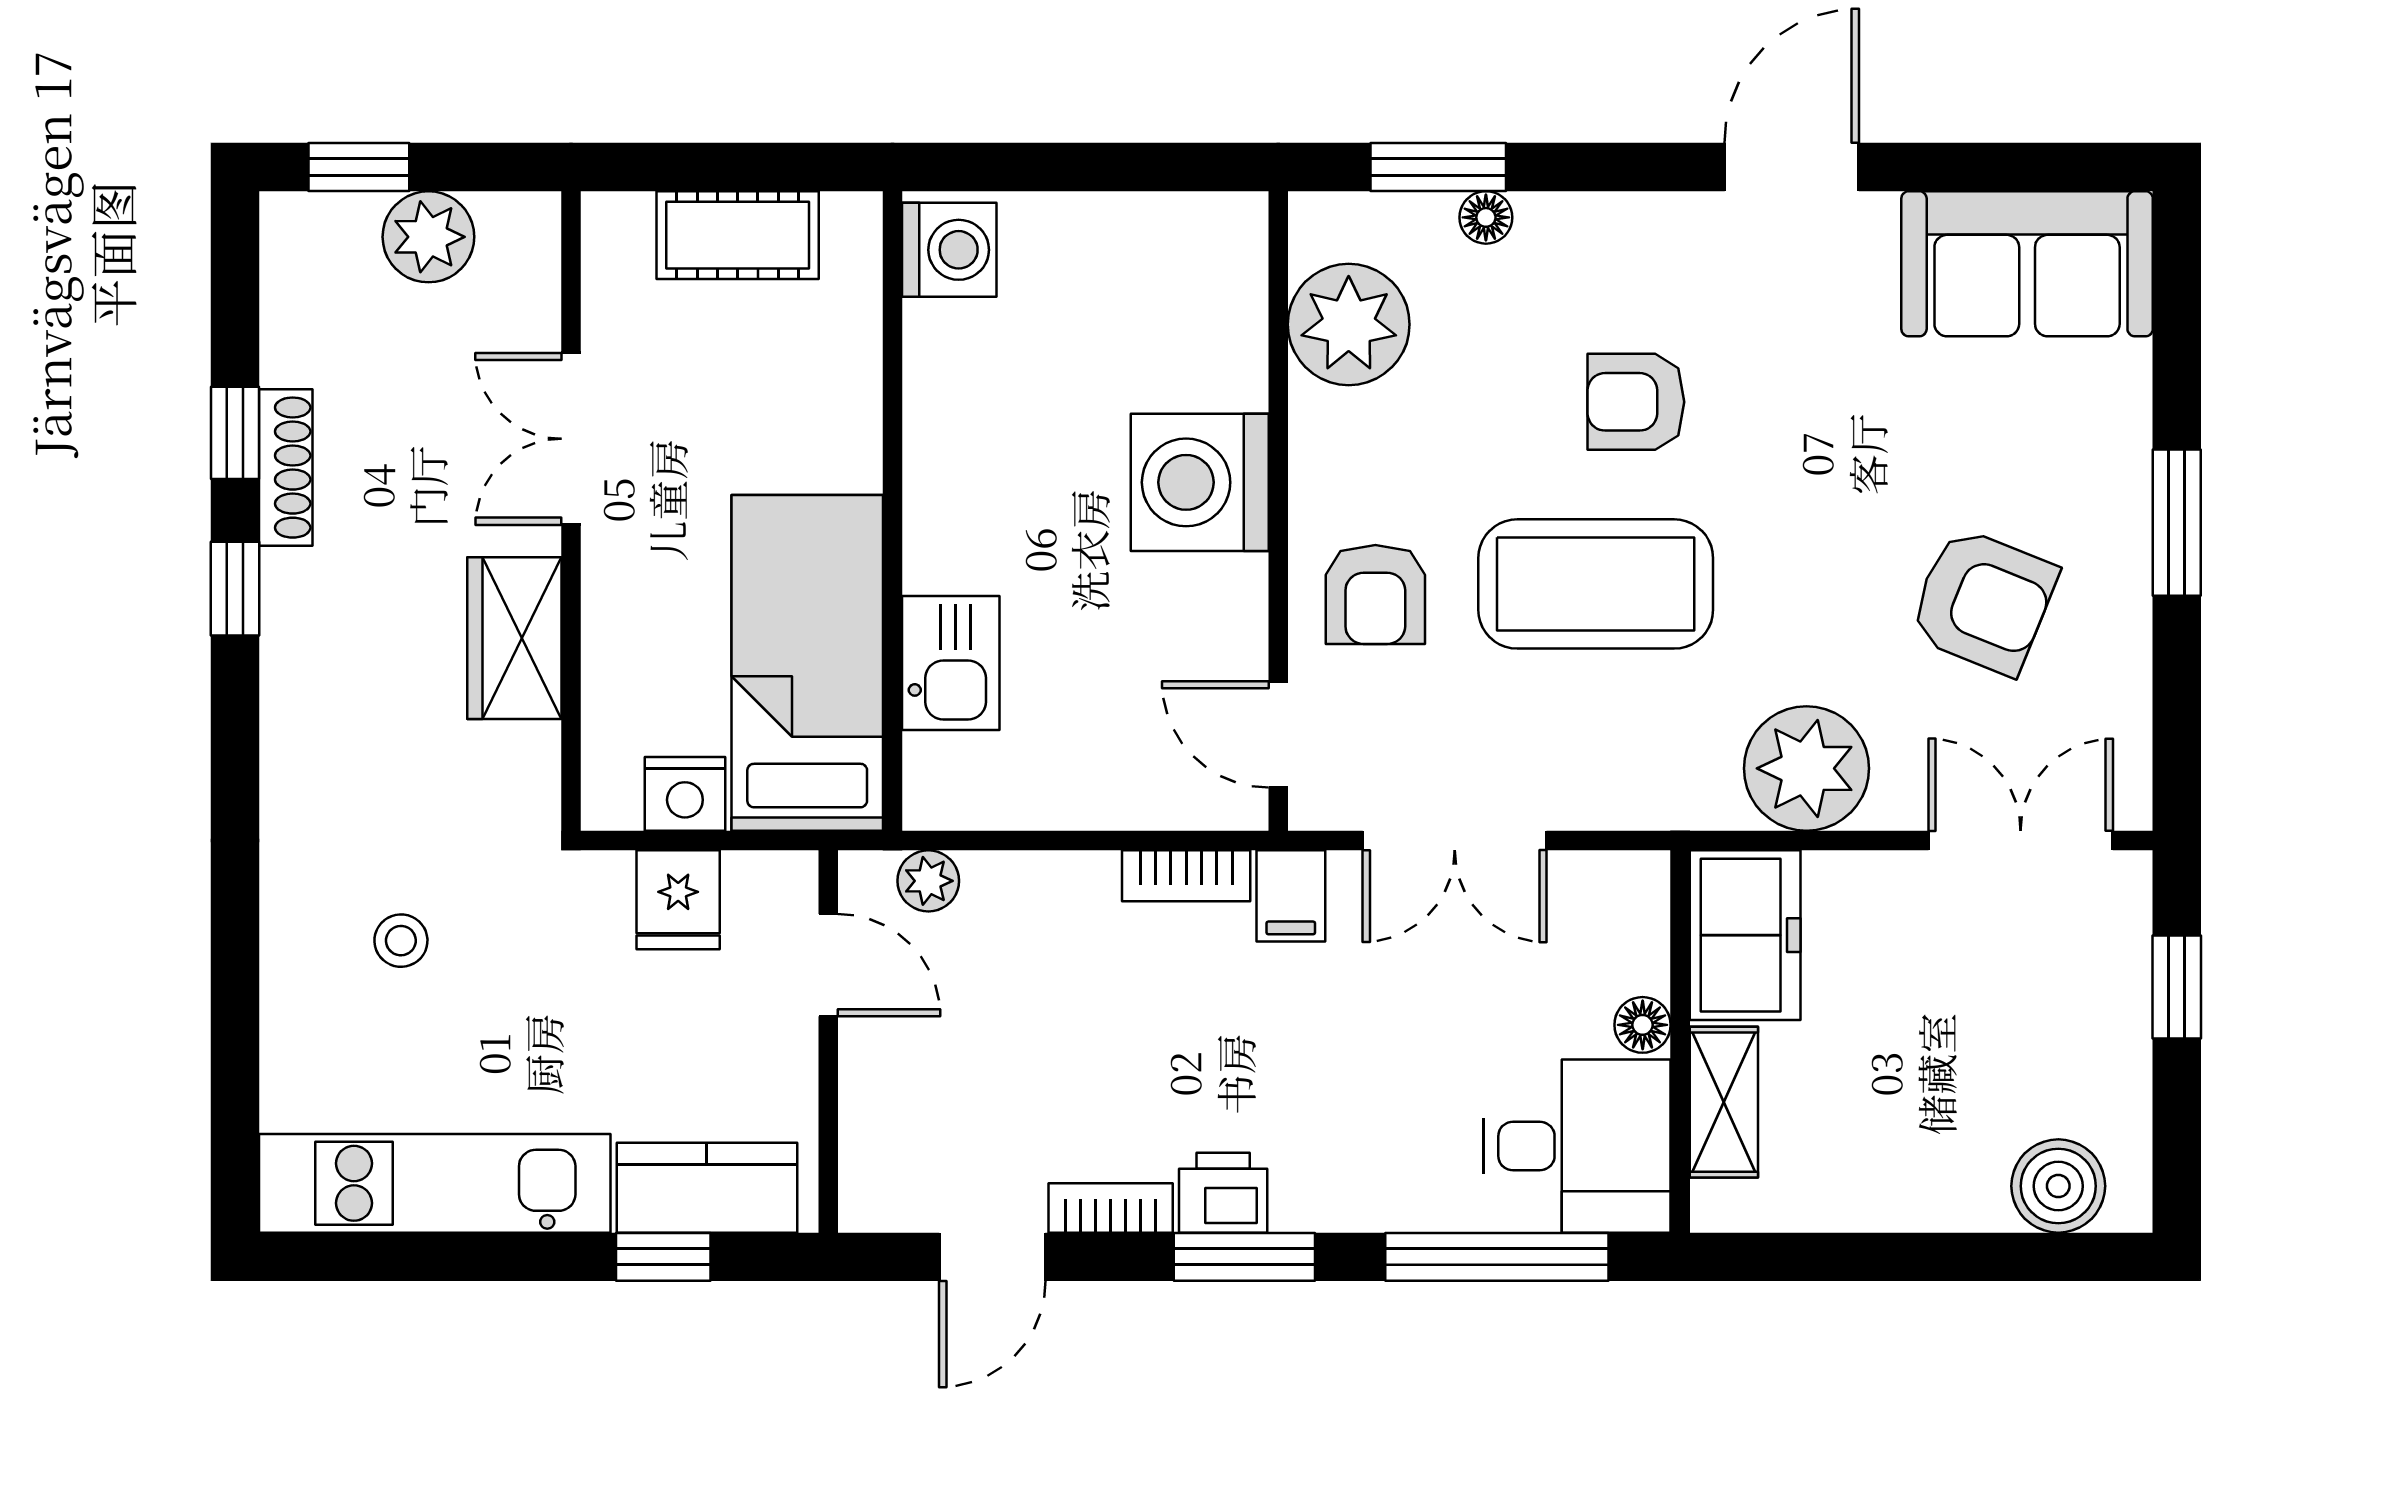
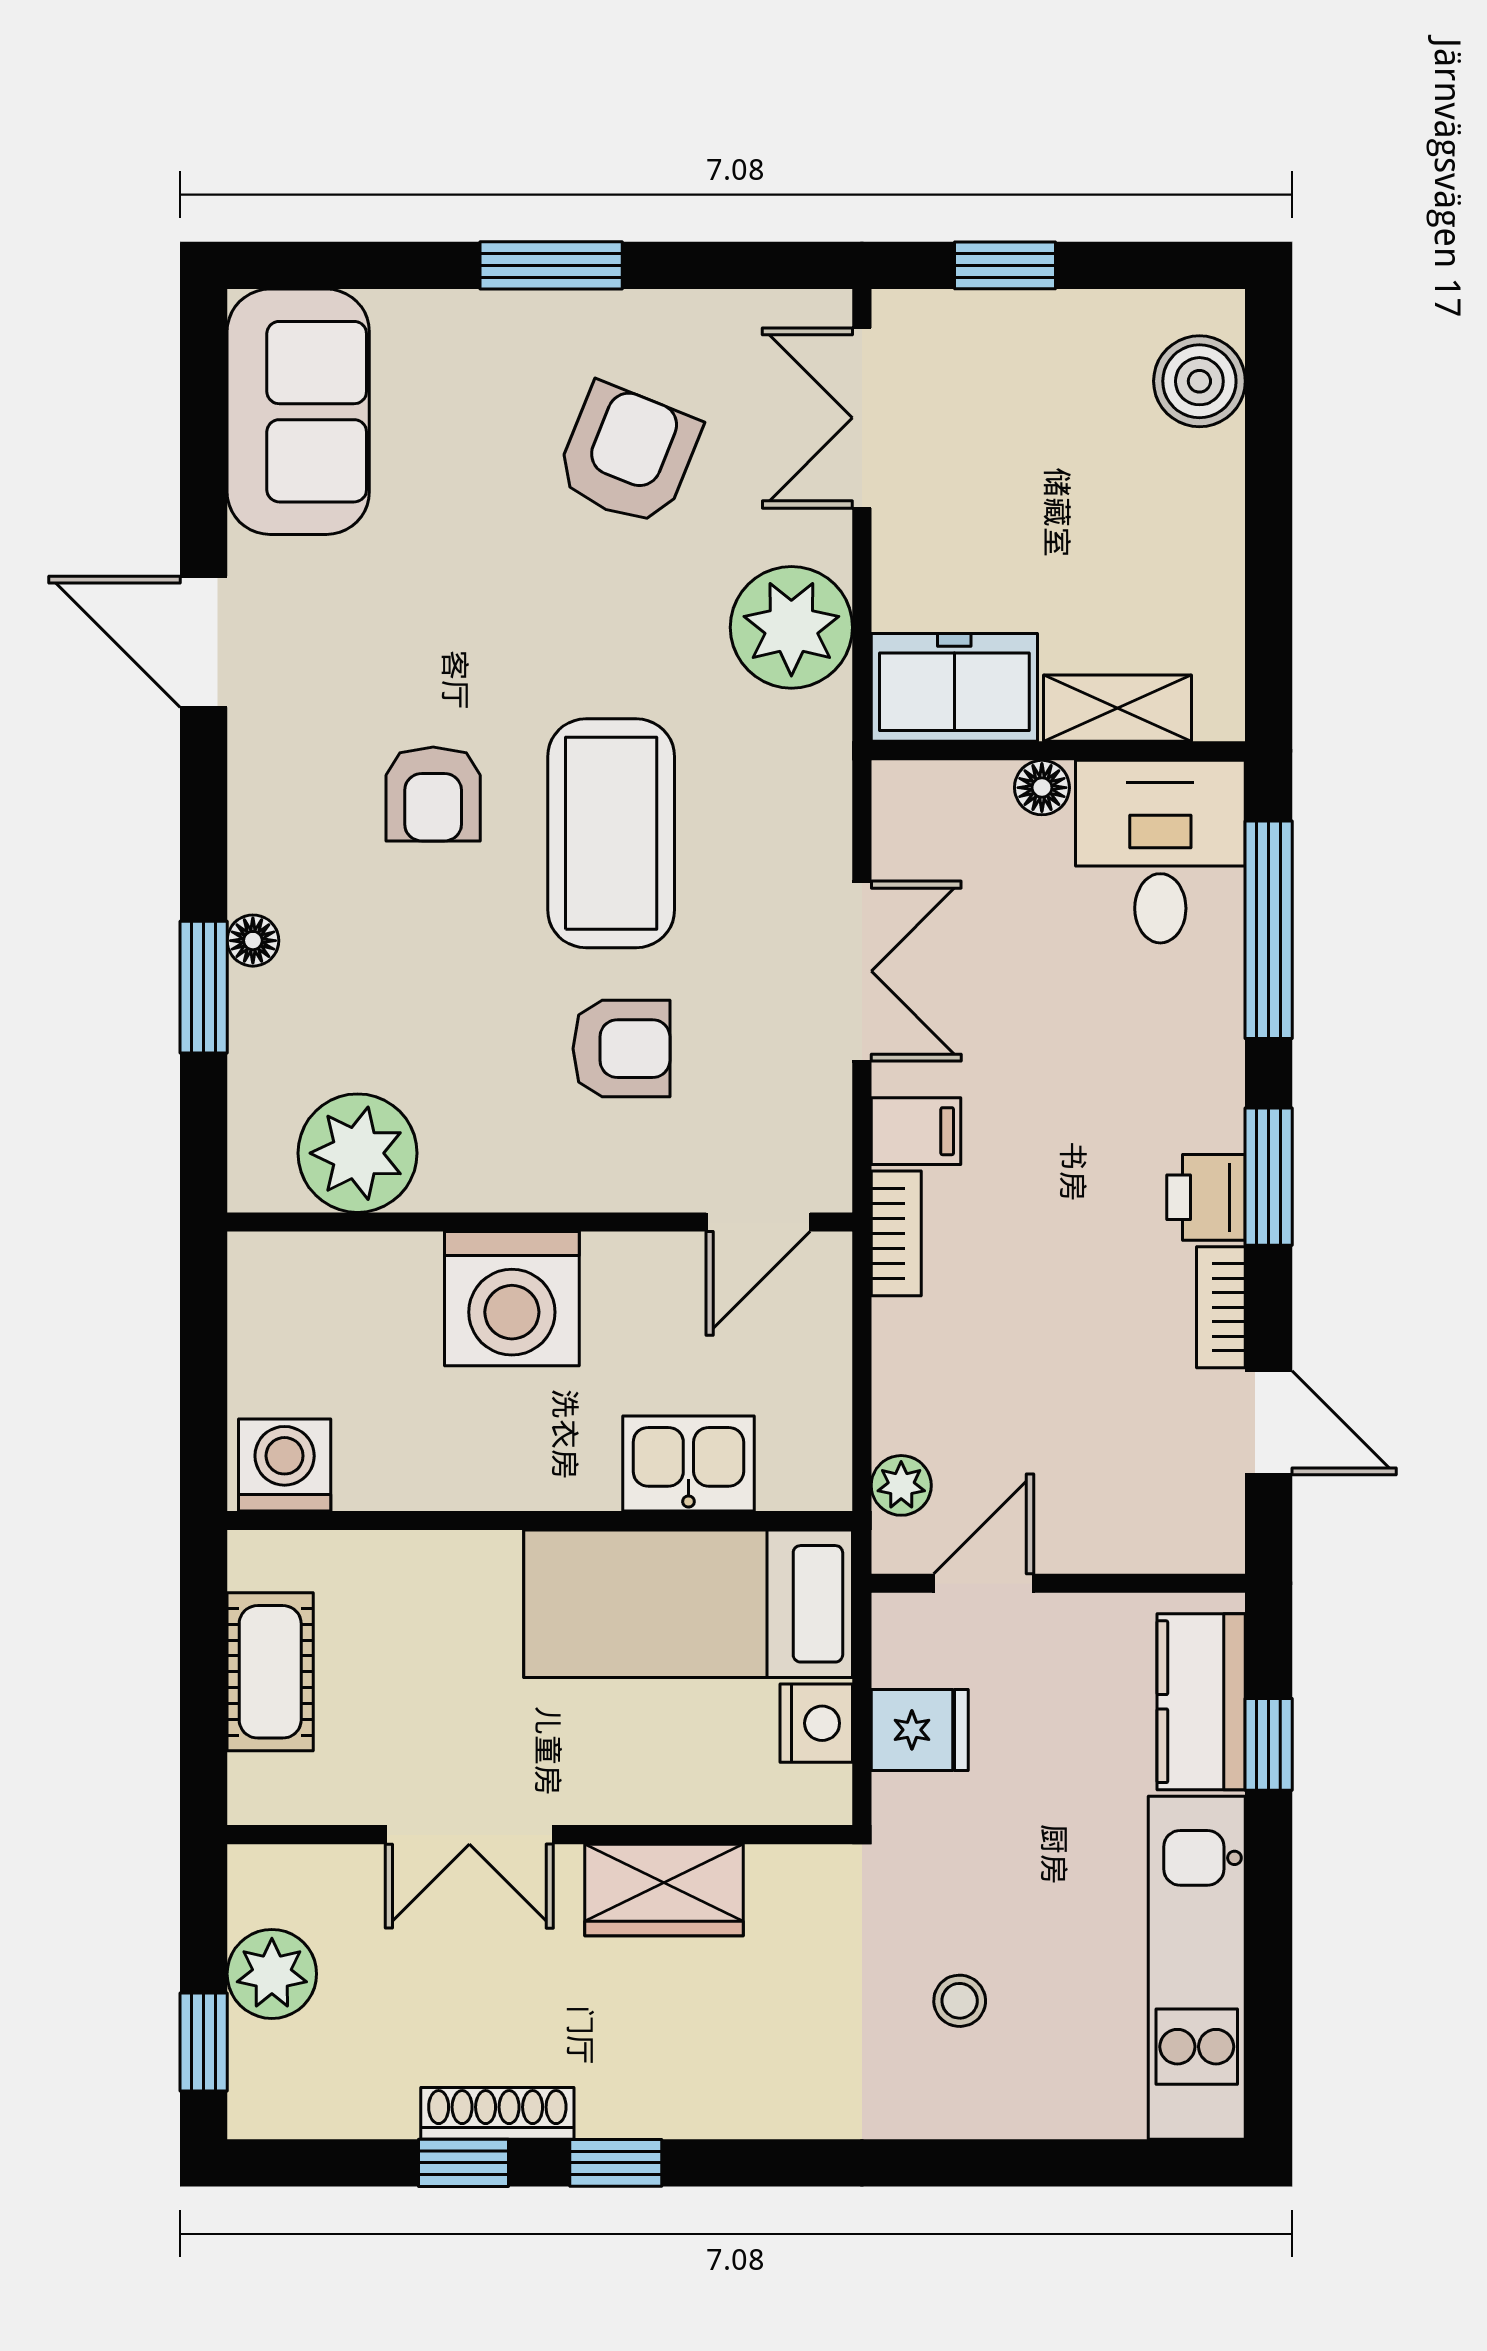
plant: (1349, 324) -> (358, 1153), moved
washing machine: (1200, 482) -> (512, 1299), moved
wall: (1278, 511) -> (540, 1222), moved
door: (1278, 734) -> (758, 1222), moved

